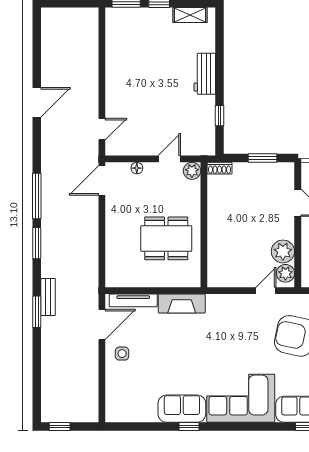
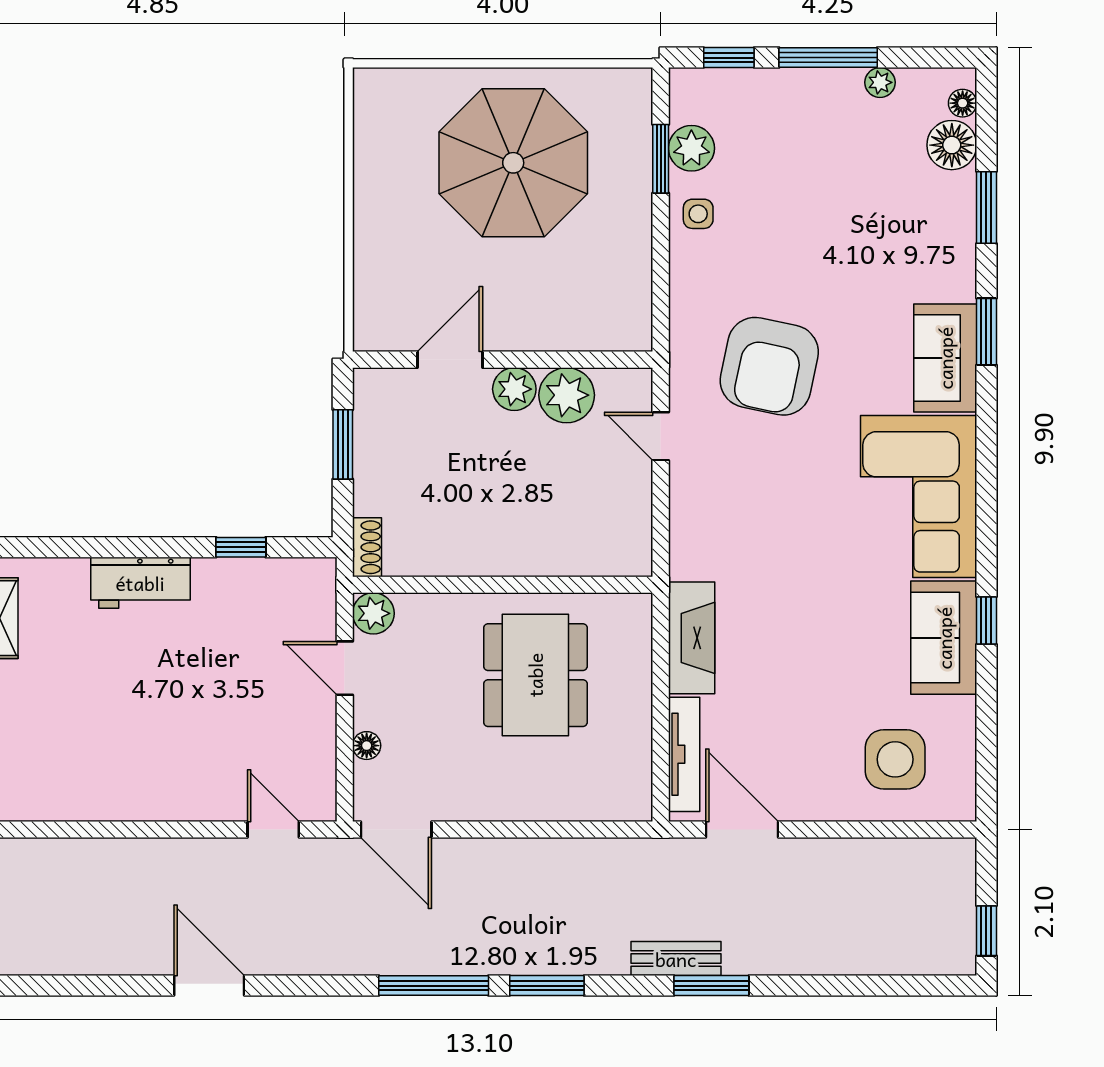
plant: (285, 273) -> (514, 389), moved
side table: (122, 354) -> (895, 759), moved, width x1.87, depth x1.87

